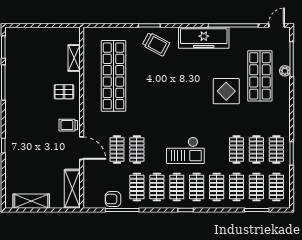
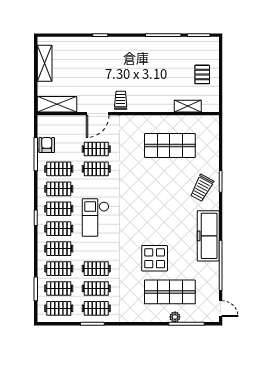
shop shelf: (113, 76) -> (170, 145), width x0.71
pallet: (64, 92) -> (202, 74), moved

